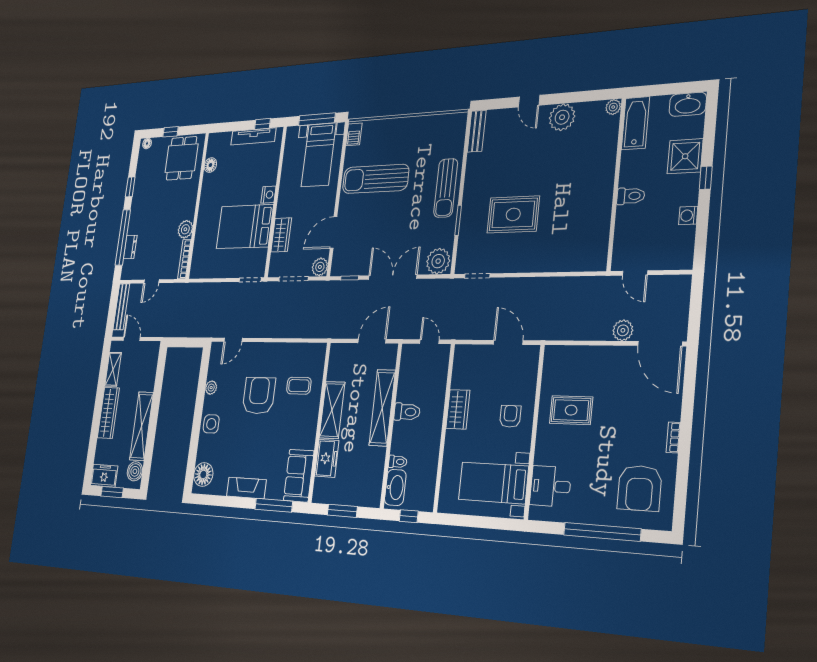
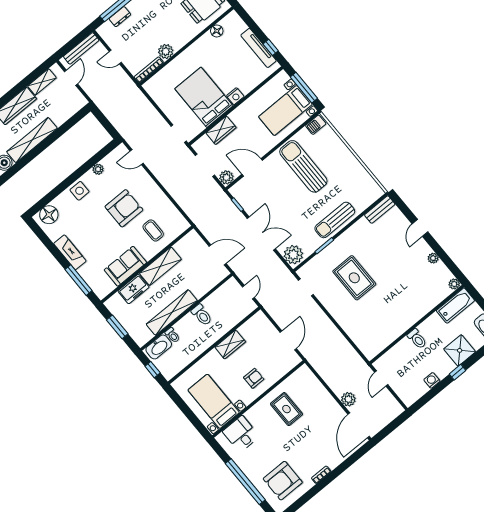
plant: (562, 117) -> (433, 258), width x0.53, depth x0.53
shelving: (382, 408) -> (172, 312), moved
sofa: (299, 476) -> (125, 266), moved

